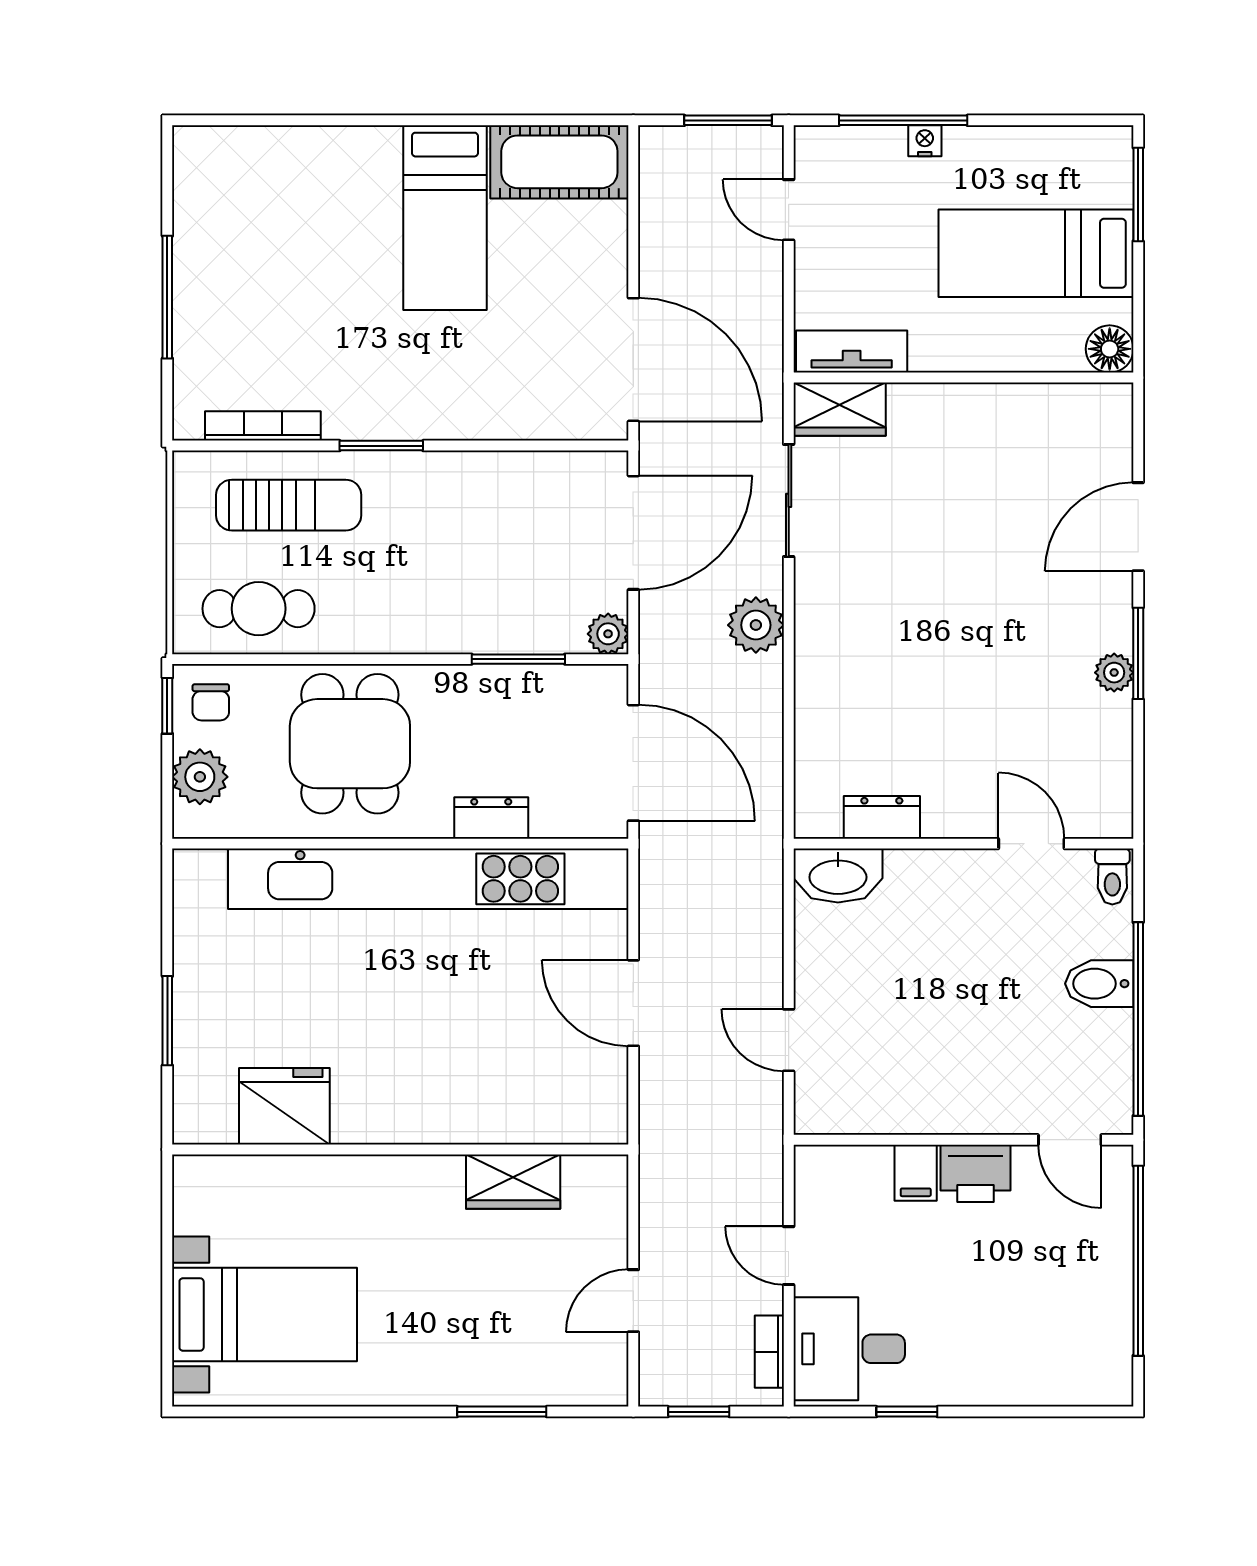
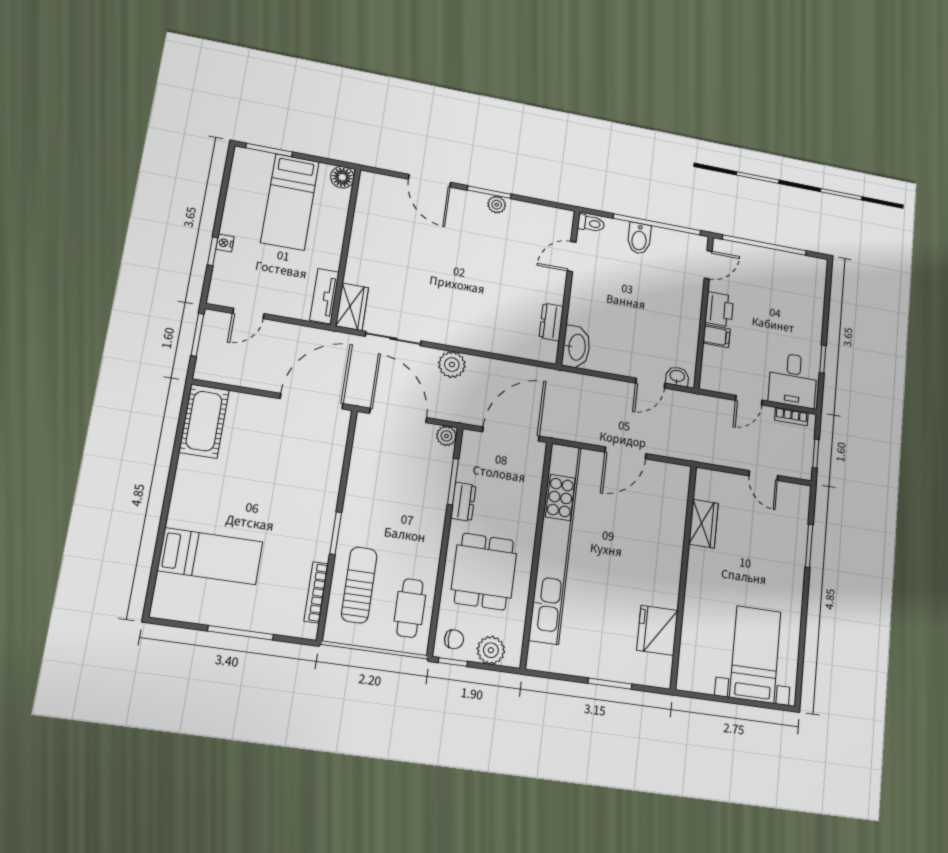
window: (903, 120) -> (213, 251), width x0.46
bed: (445, 218) -> (210, 556), moved
dining table: (350, 744) -> (484, 572), turned 90
dresser: (491, 818) -> (463, 502), moved, turned 180
washbasin: (813, 1096) -> (677, 376), added

